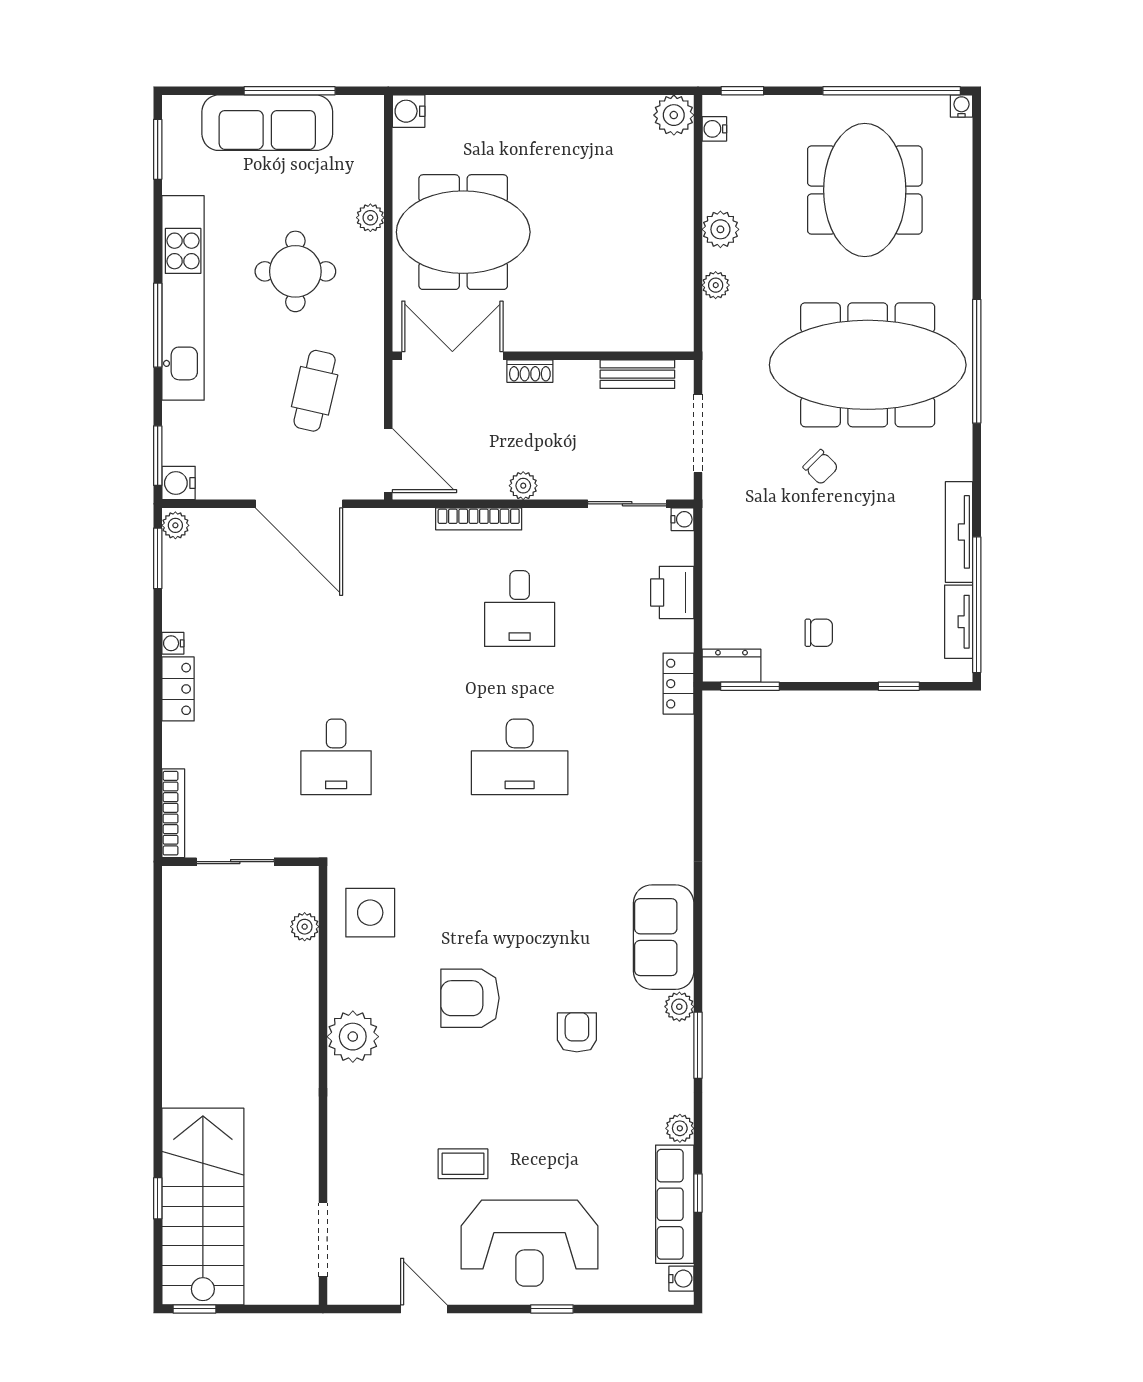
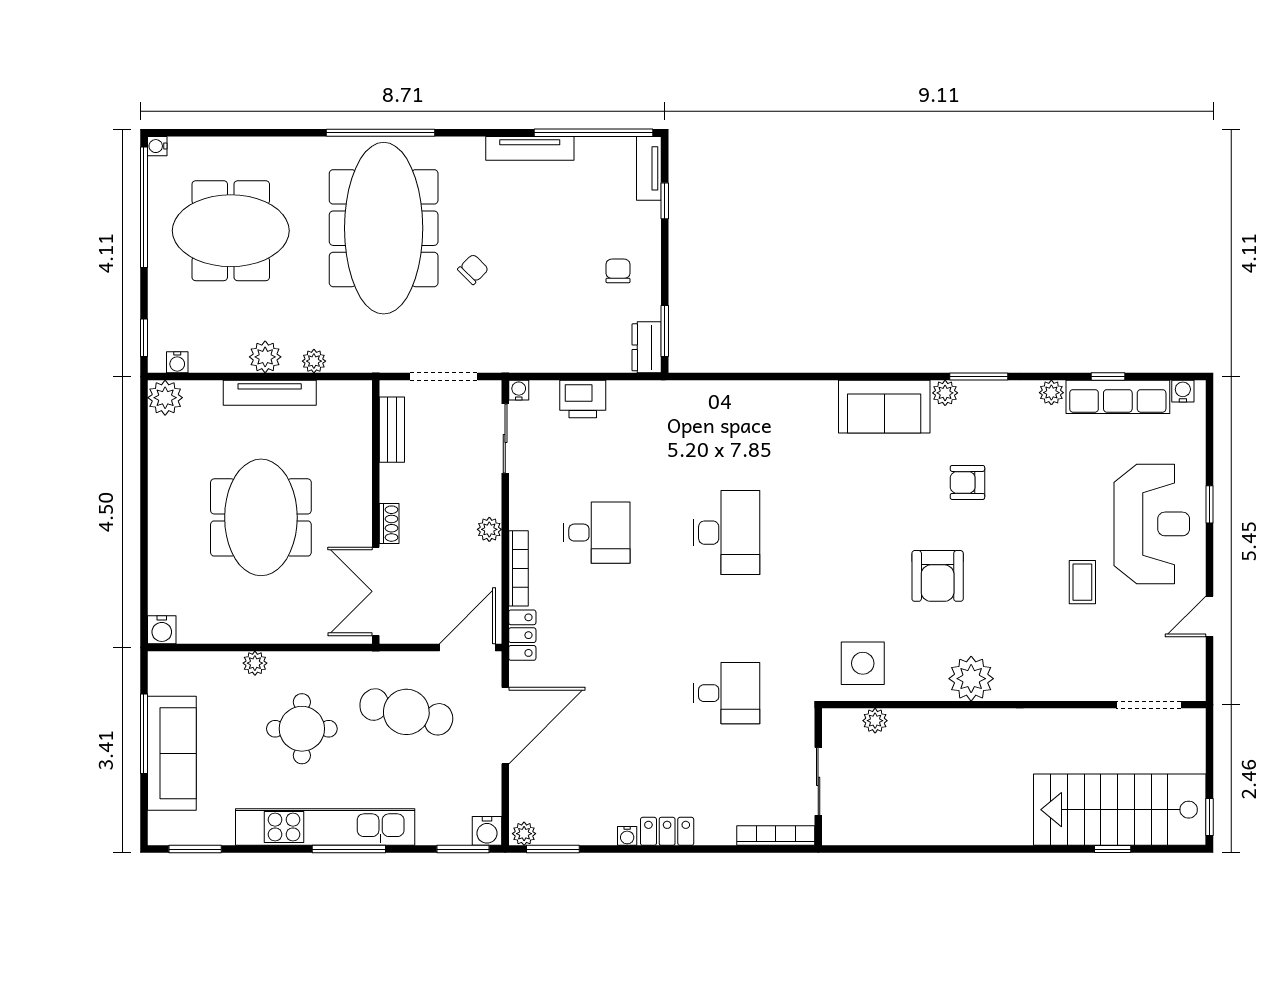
meeting table: (463, 232) -> (261, 517), moved
tv unit: (679, 235) -> (270, 393), added
cafe table: (315, 391) -> (406, 712), width x1.37, depth x1.35
tv unit: (959, 622) -> (649, 168), moved, turned 90
locker: (678, 684) -> (522, 635), moved, turned -90

